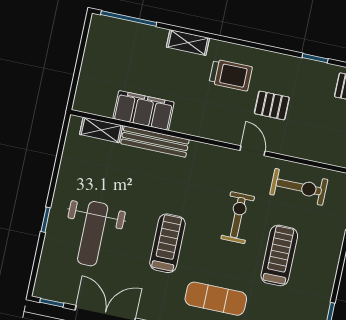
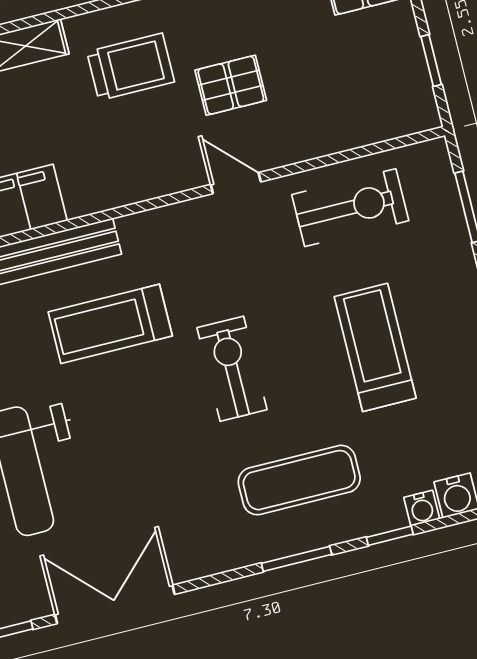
exercise bike: (238, 218) -> (232, 369), moved
treadmill: (167, 243) -> (110, 324), moved, turned -90

